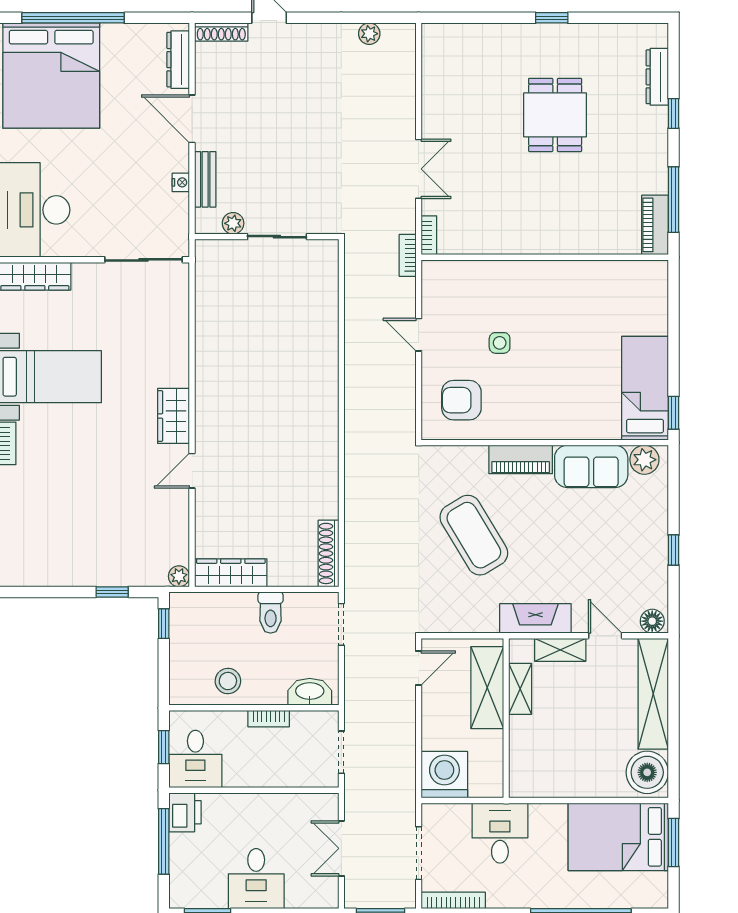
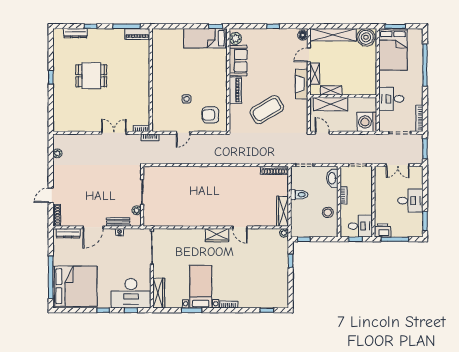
armchair: (461, 400) -> (210, 115), turned 90

